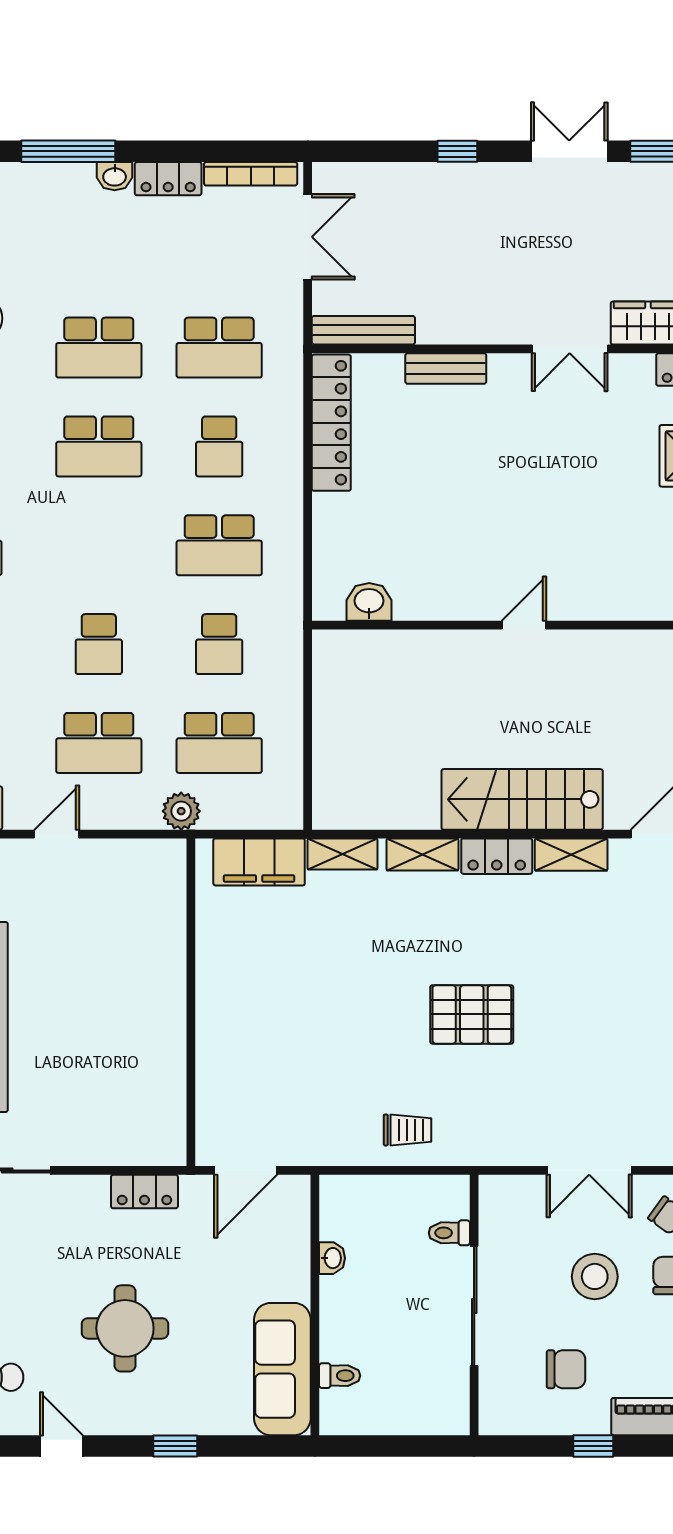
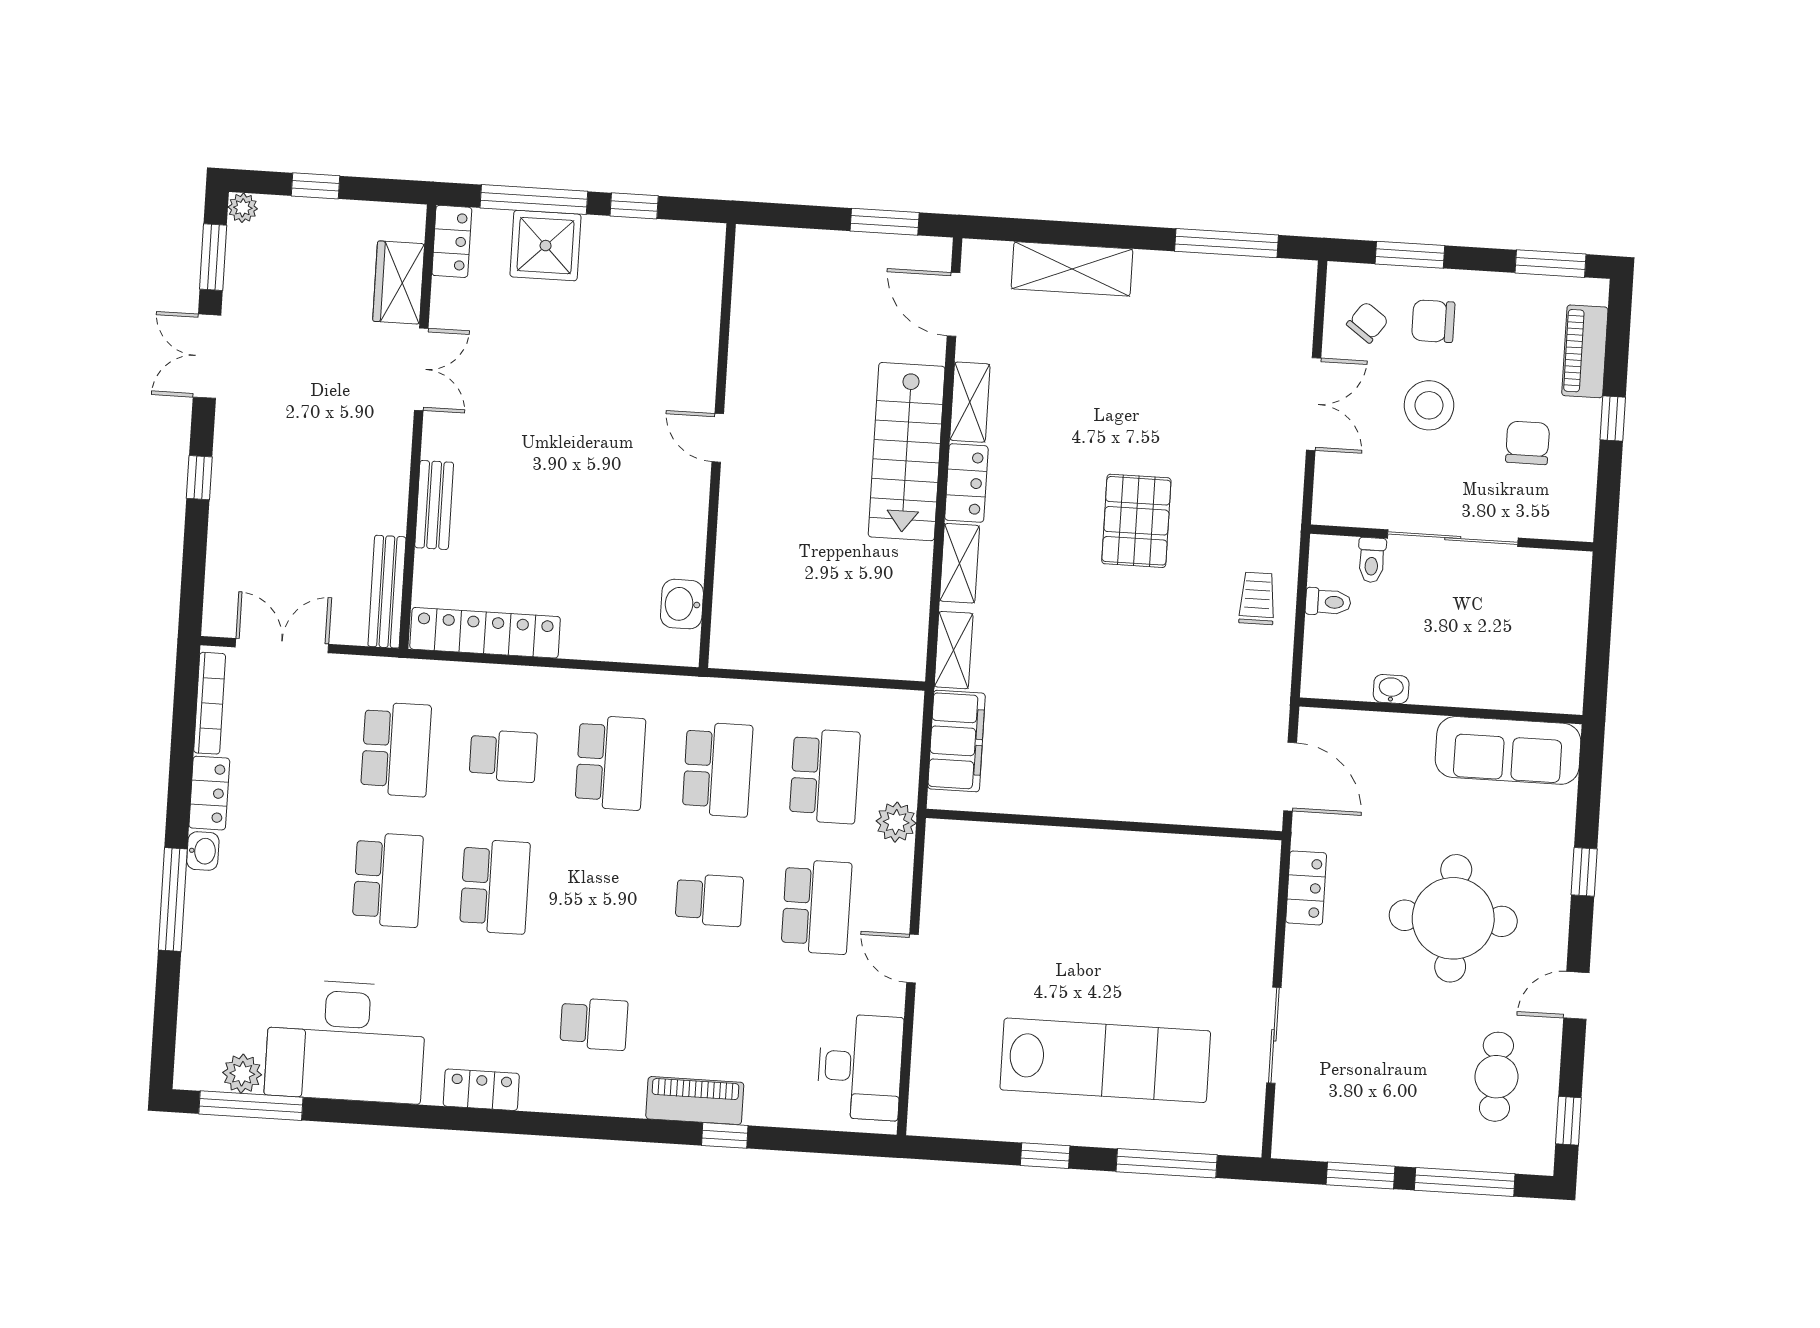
school desk: (219, 644) -> (718, 769), width x1.85
round table: (125, 1328) -> (1453, 918), width x1.36, depth x1.36
toilet: (340, 1376) -> (1328, 602), moved, turned 90

